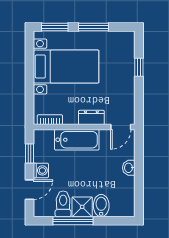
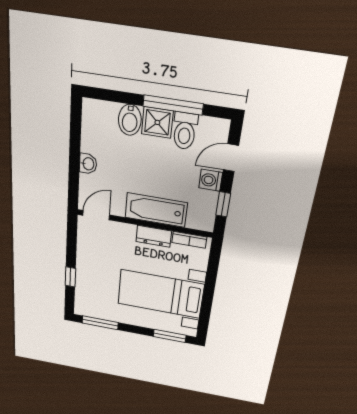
window: (94, 27) -> (100, 323), moved
dresser: (91, 117) -> (154, 236), moved

